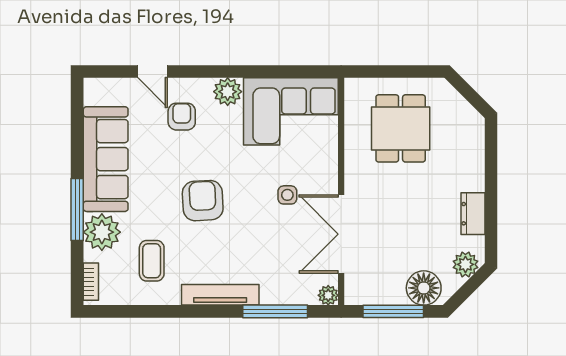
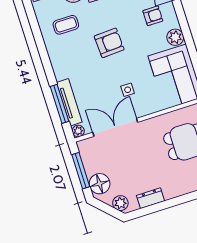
tv unit: (220, 295) -> (69, 102), moved

